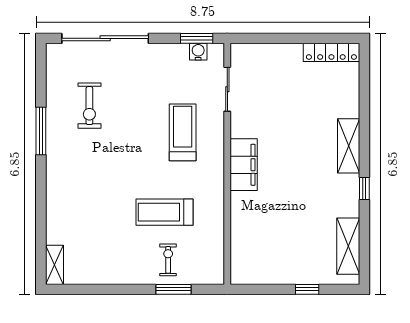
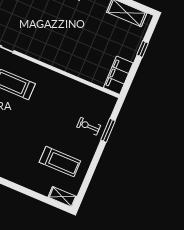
filing cabinet: (244, 165) -> (118, 75), moved, turned -90
treadmill: (164, 212) -> (60, 162), moved, turned -90

